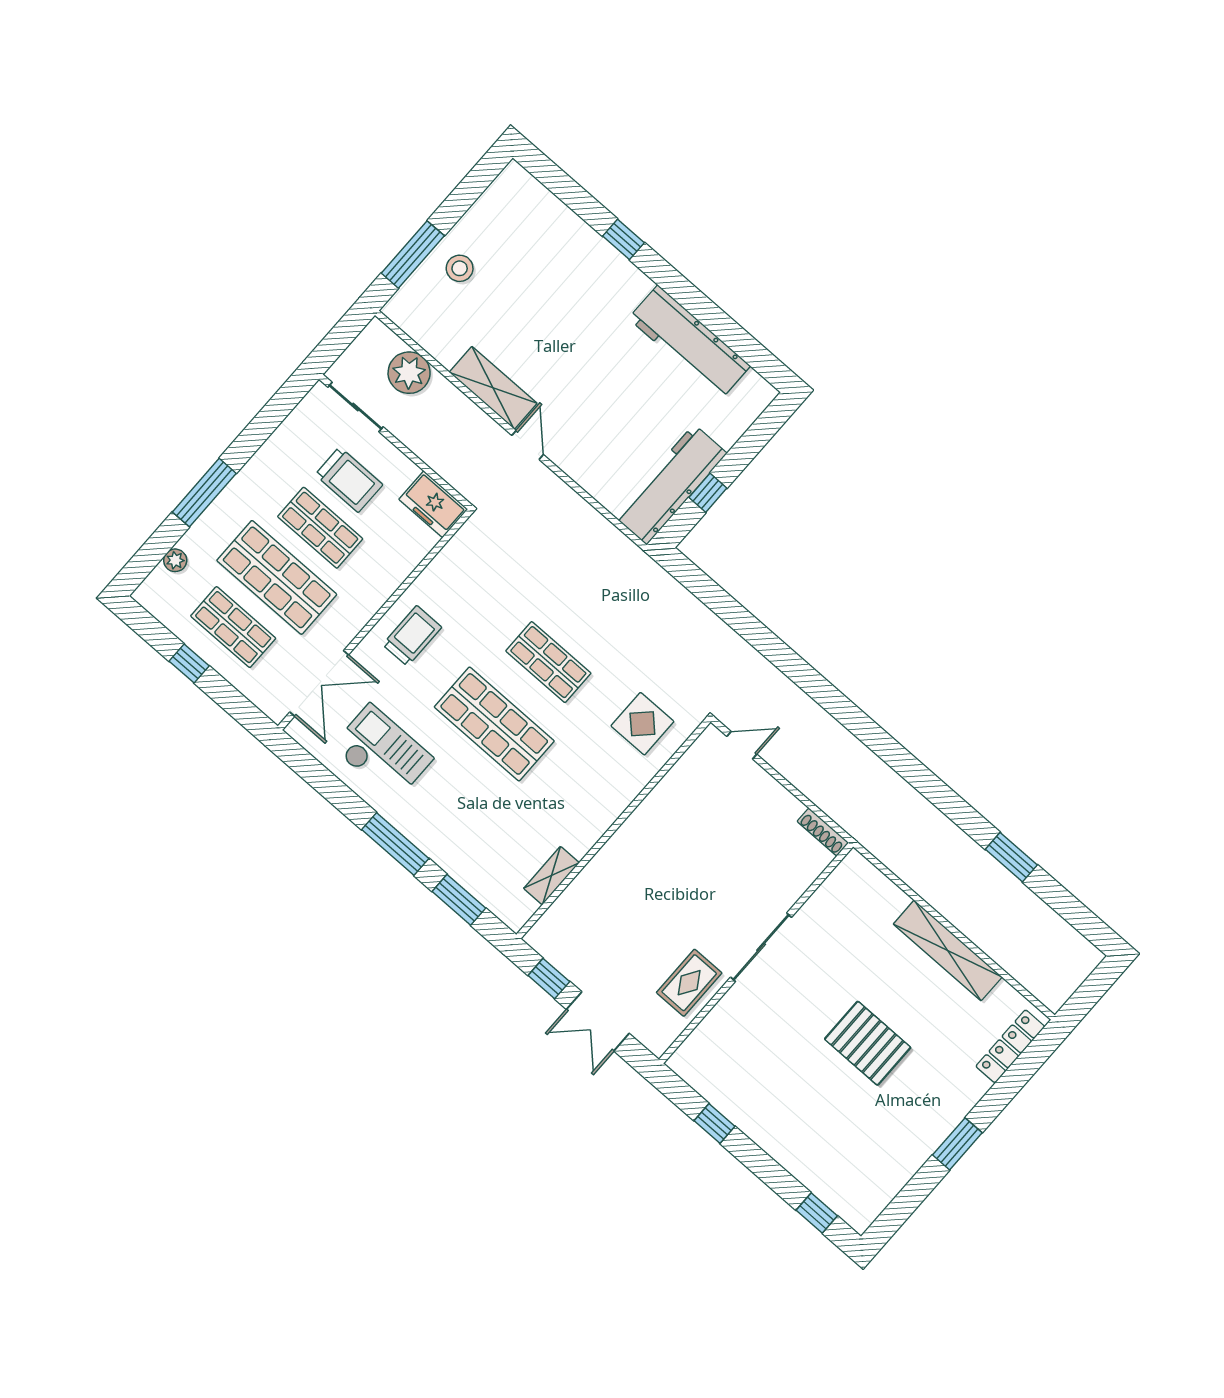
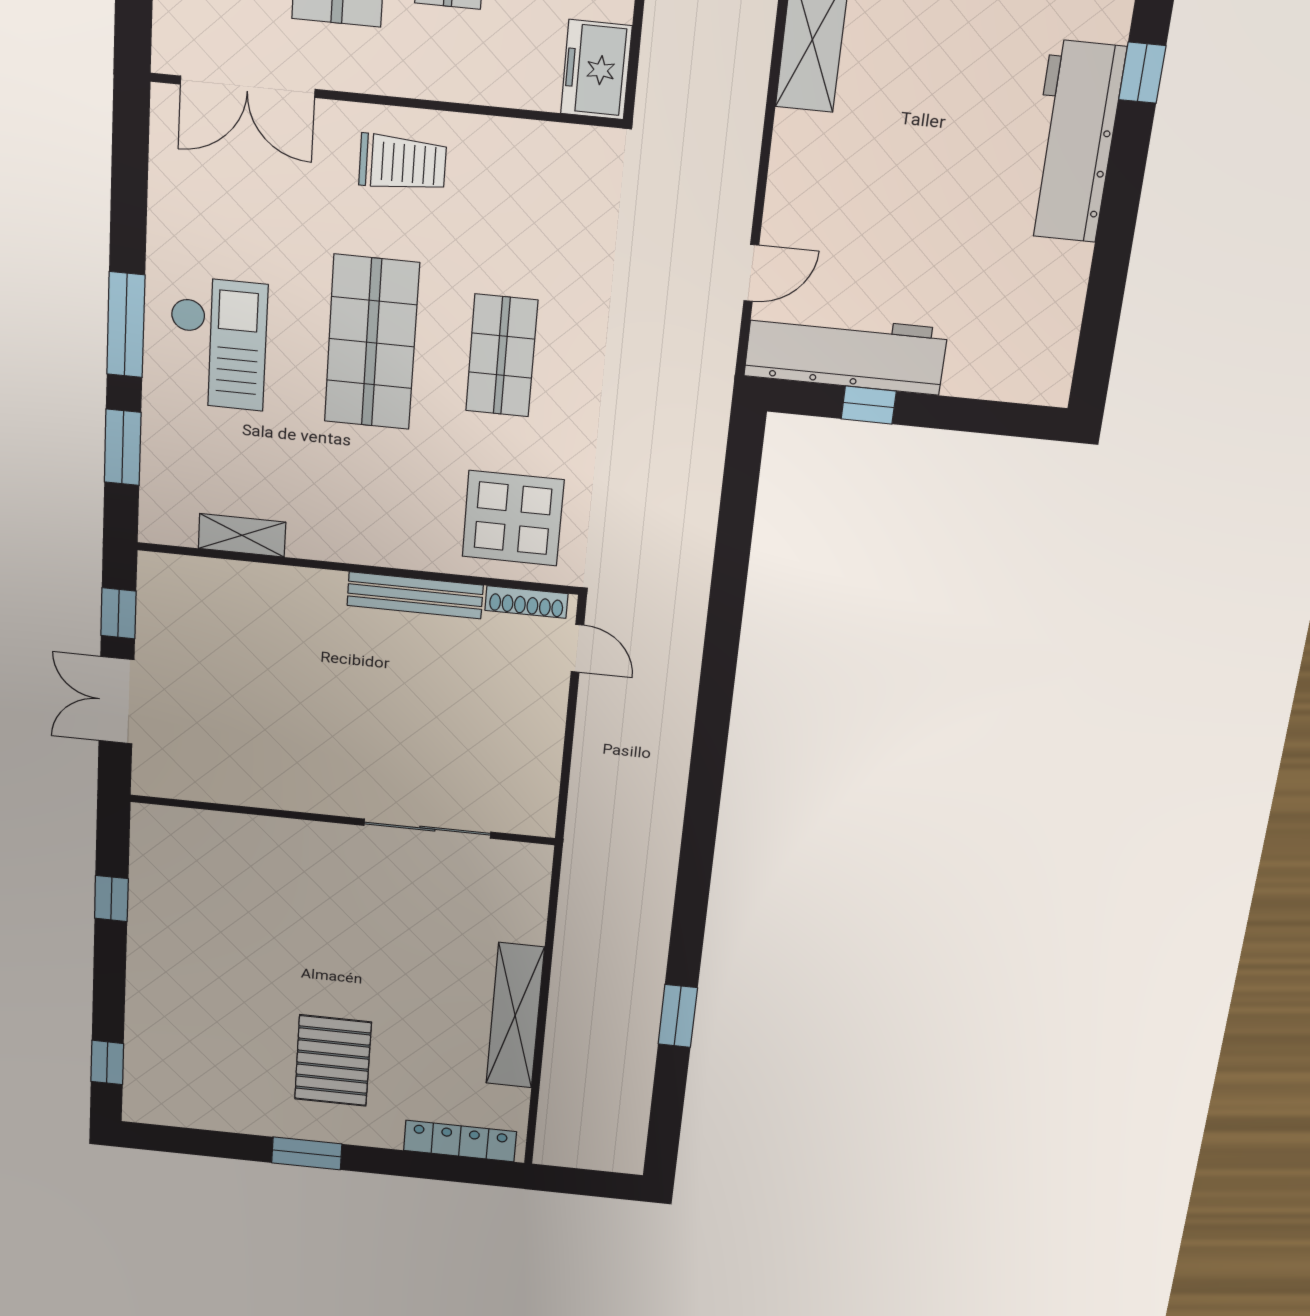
workbench: (689, 342) -> (1074, 142), moved
door: (528, 445) -> (751, 273), moved
display table: (642, 724) -> (513, 518), width x1.36, depth x1.36
checkout: (382, 753) -> (218, 343), moved
bench: (650, 809) -> (415, 595), added
shoe rack: (823, 832) -> (526, 602), moved, turned -90
sliding door: (761, 947) -> (427, 829), moved
rug: (689, 983) -> (247, 770), removed
pallet: (868, 1043) -> (333, 1061), moved

